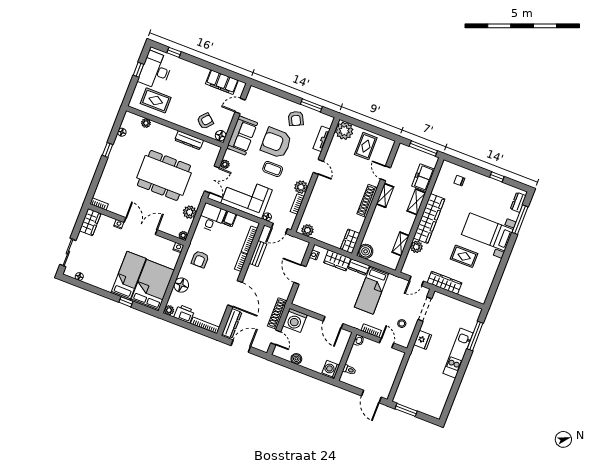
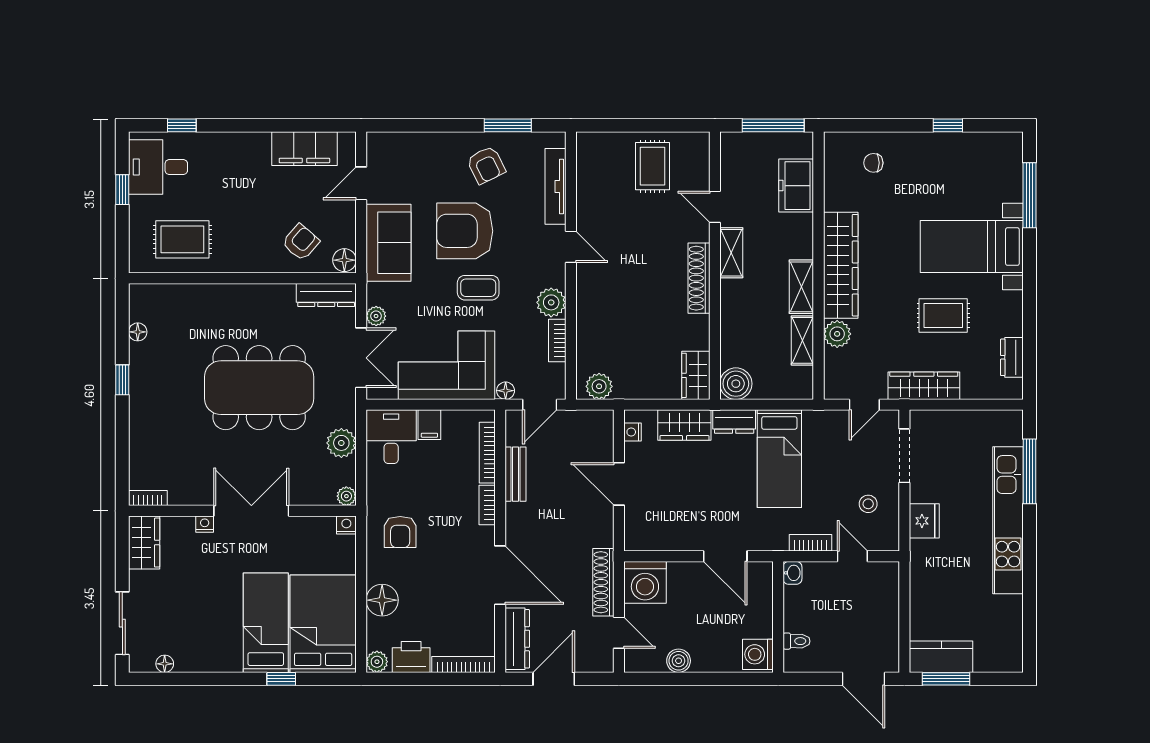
desk: (156, 70) -> (158, 167), width x0.73
plant: (146, 123) -> (180, 294), removed
plant: (344, 131) -> (596, 152), removed
tv unit: (322, 139) -> (555, 186), width x1.41
dresser: (189, 140) -> (326, 295), moved
shelving: (416, 202) -> (801, 287), moved
dresser: (518, 202) -> (1012, 357), moved
kitchen unit: (458, 353) -> (1008, 520), width x1.36
kitchen counter: (408, 400) -> (941, 657), added

